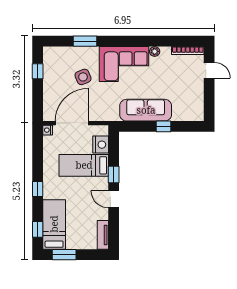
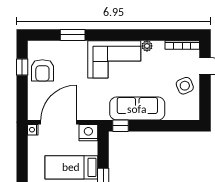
armchair: (57, 74) -> (42, 70), added
side table: (83, 77) -> (185, 86), moved
window: (164, 126) -> (120, 126), moved
nightstand: (101, 145) -> (88, 133), moved, turned -90

